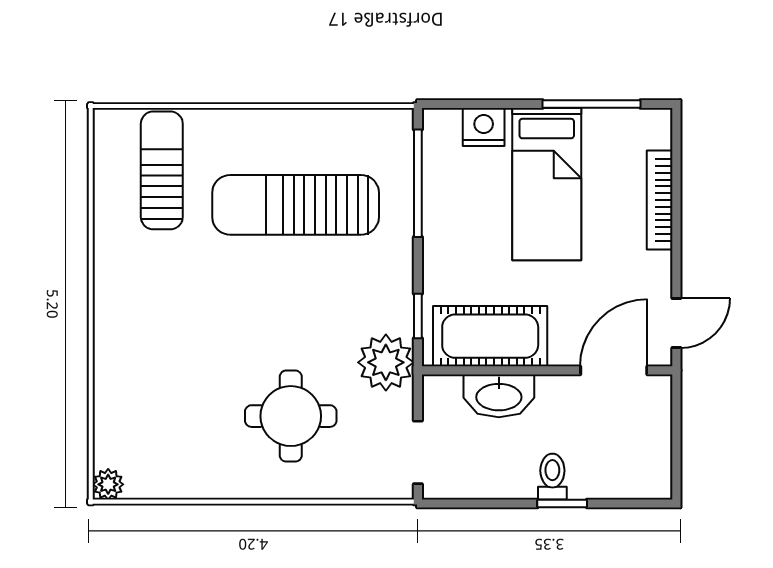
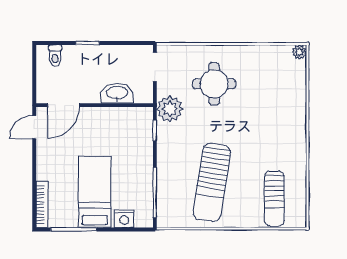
bookcase: (660, 200) -> (42, 204), moved
sun lounger: (296, 205) -> (212, 182), turned 99
cot: (490, 336) -> (121, 121), removed
toilet: (552, 477) -> (55, 56), moved

